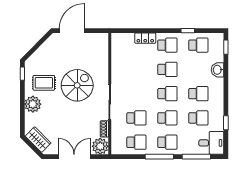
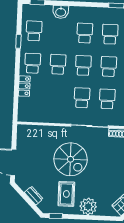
dresser: (41, 52) -> (34, 196), added
spiral stairs: (77, 85) -> (71, 159), turned 180
school desk: (136, 94) -> (82, 98), added

